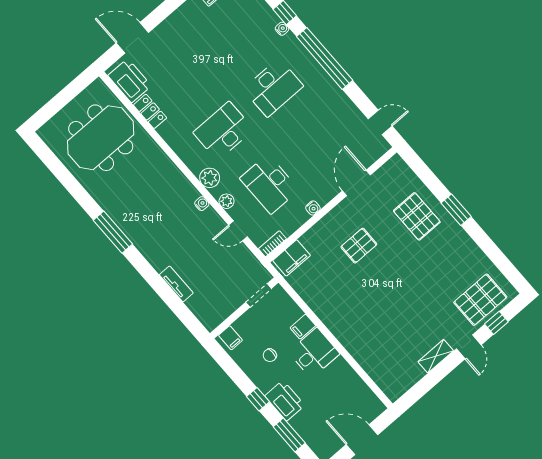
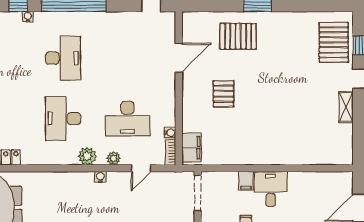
door: (356, 183) -> (179, 58), swing flipped
water cooler: (313, 208) -> (170, 133), moved
doorway: (259, 295) -> (198, 193), width x1.38

